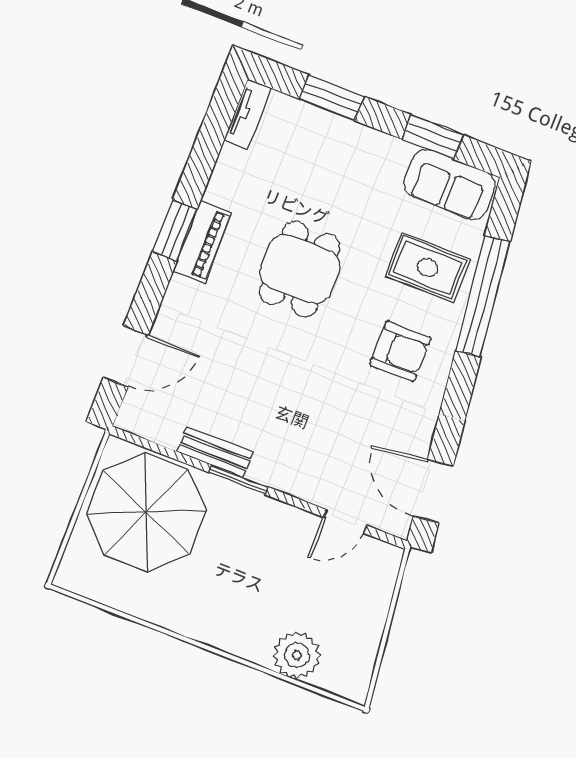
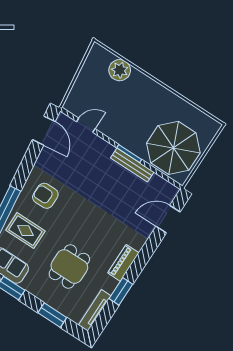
tv unit: (247, 114) -> (95, 310), width x1.41
window: (175, 230) -> (121, 291), moved
dining table: (300, 269) -> (69, 266), moved
bench: (215, 452) -> (132, 165), width x1.36

